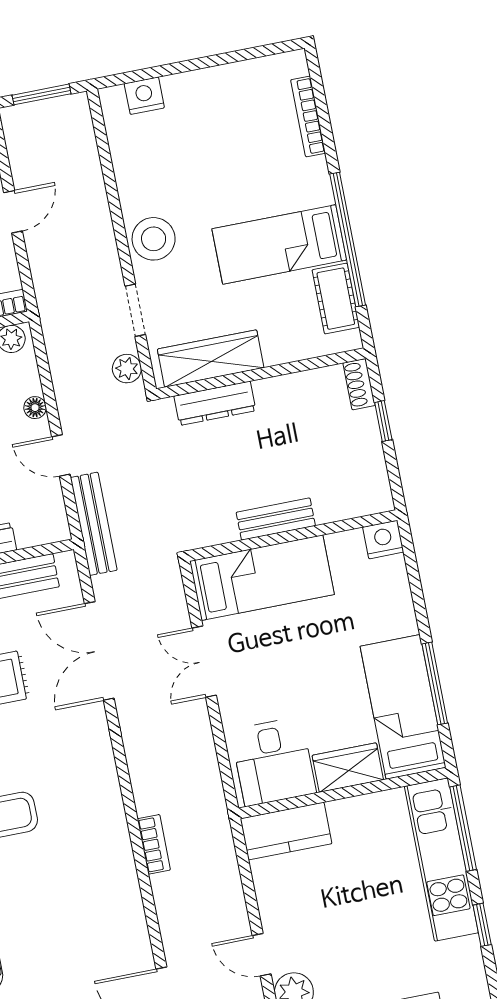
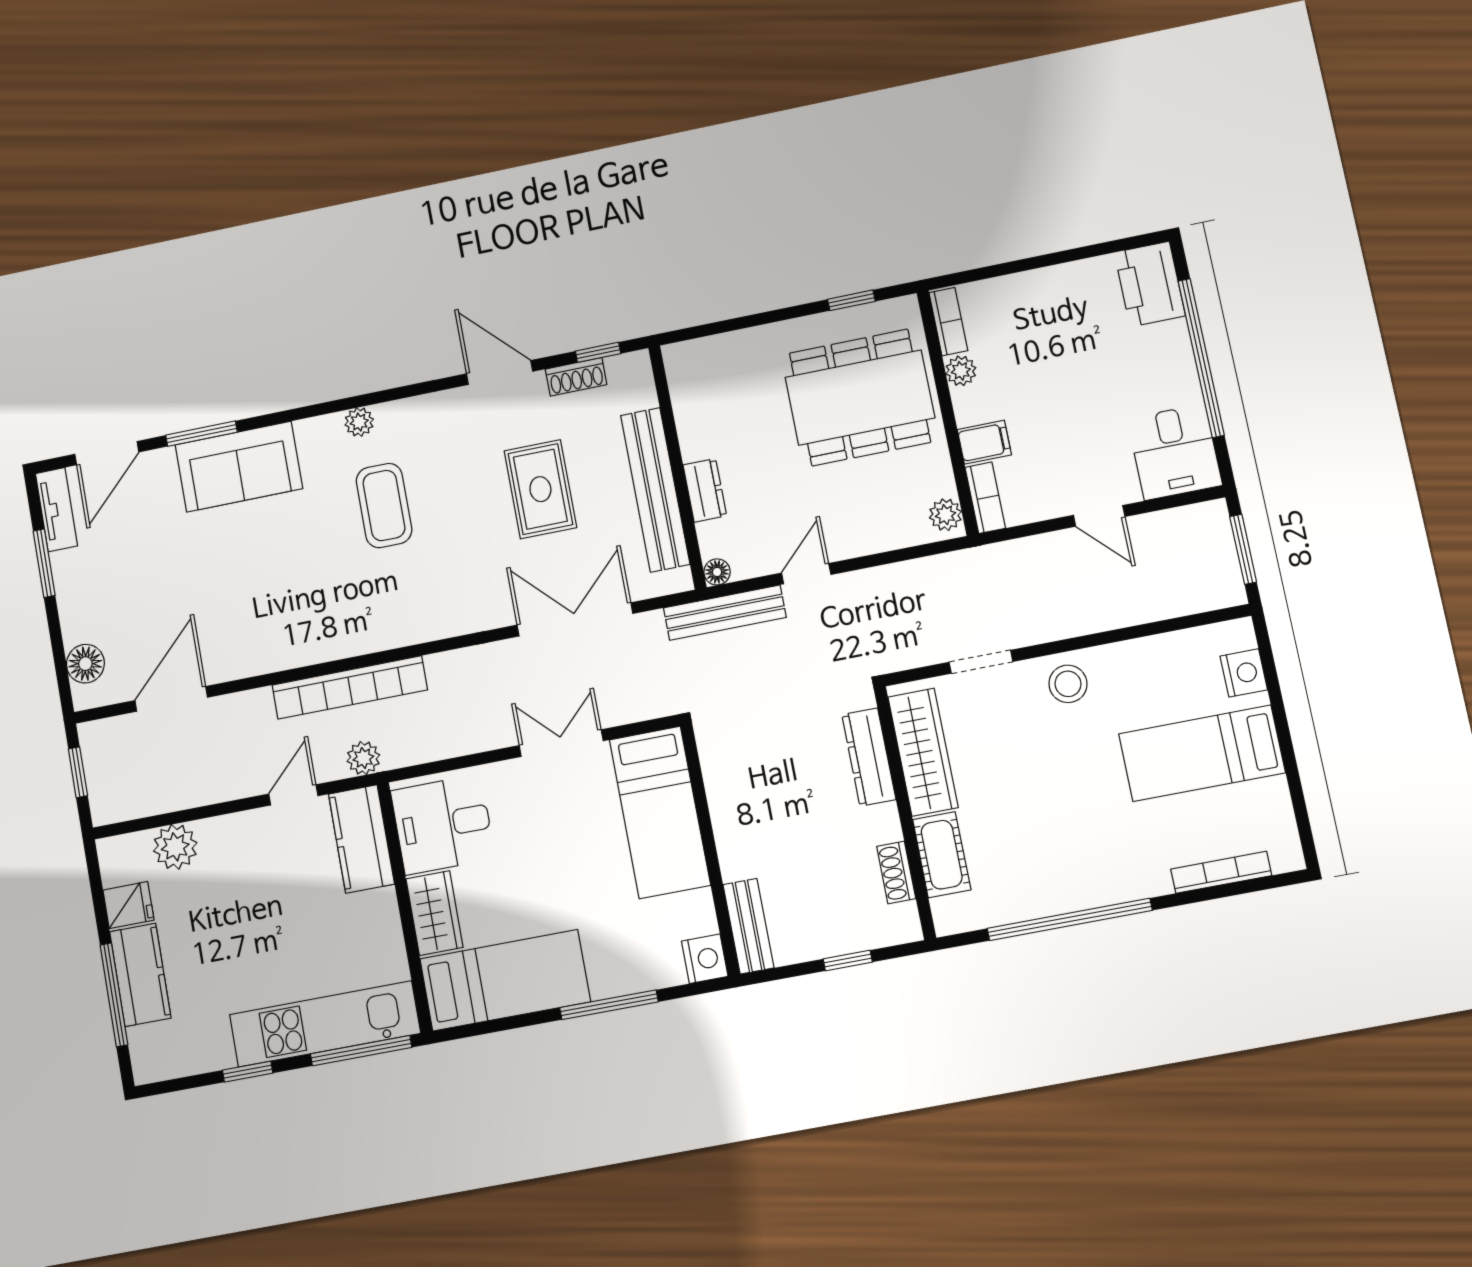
stool: (154, 239) -> (1068, 684), width x0.73, depth x0.73
bed: (279, 244) -> (1202, 753), moved, turned -90
cot: (336, 299) -> (942, 855), moved, turned 90
plant: (127, 369) -> (363, 758), moved
shoe rack: (359, 384) -> (896, 873), moved, turned -90
floor lamp: (35, 408) -> (717, 572), moved
bench: (276, 519) -> (748, 926), moved
window: (435, 683) -> (609, 1005), moved
bookcase: (154, 844) -> (350, 687), width x2.31, depth x1.31
door: (262, 955) -> (293, 795), moved

